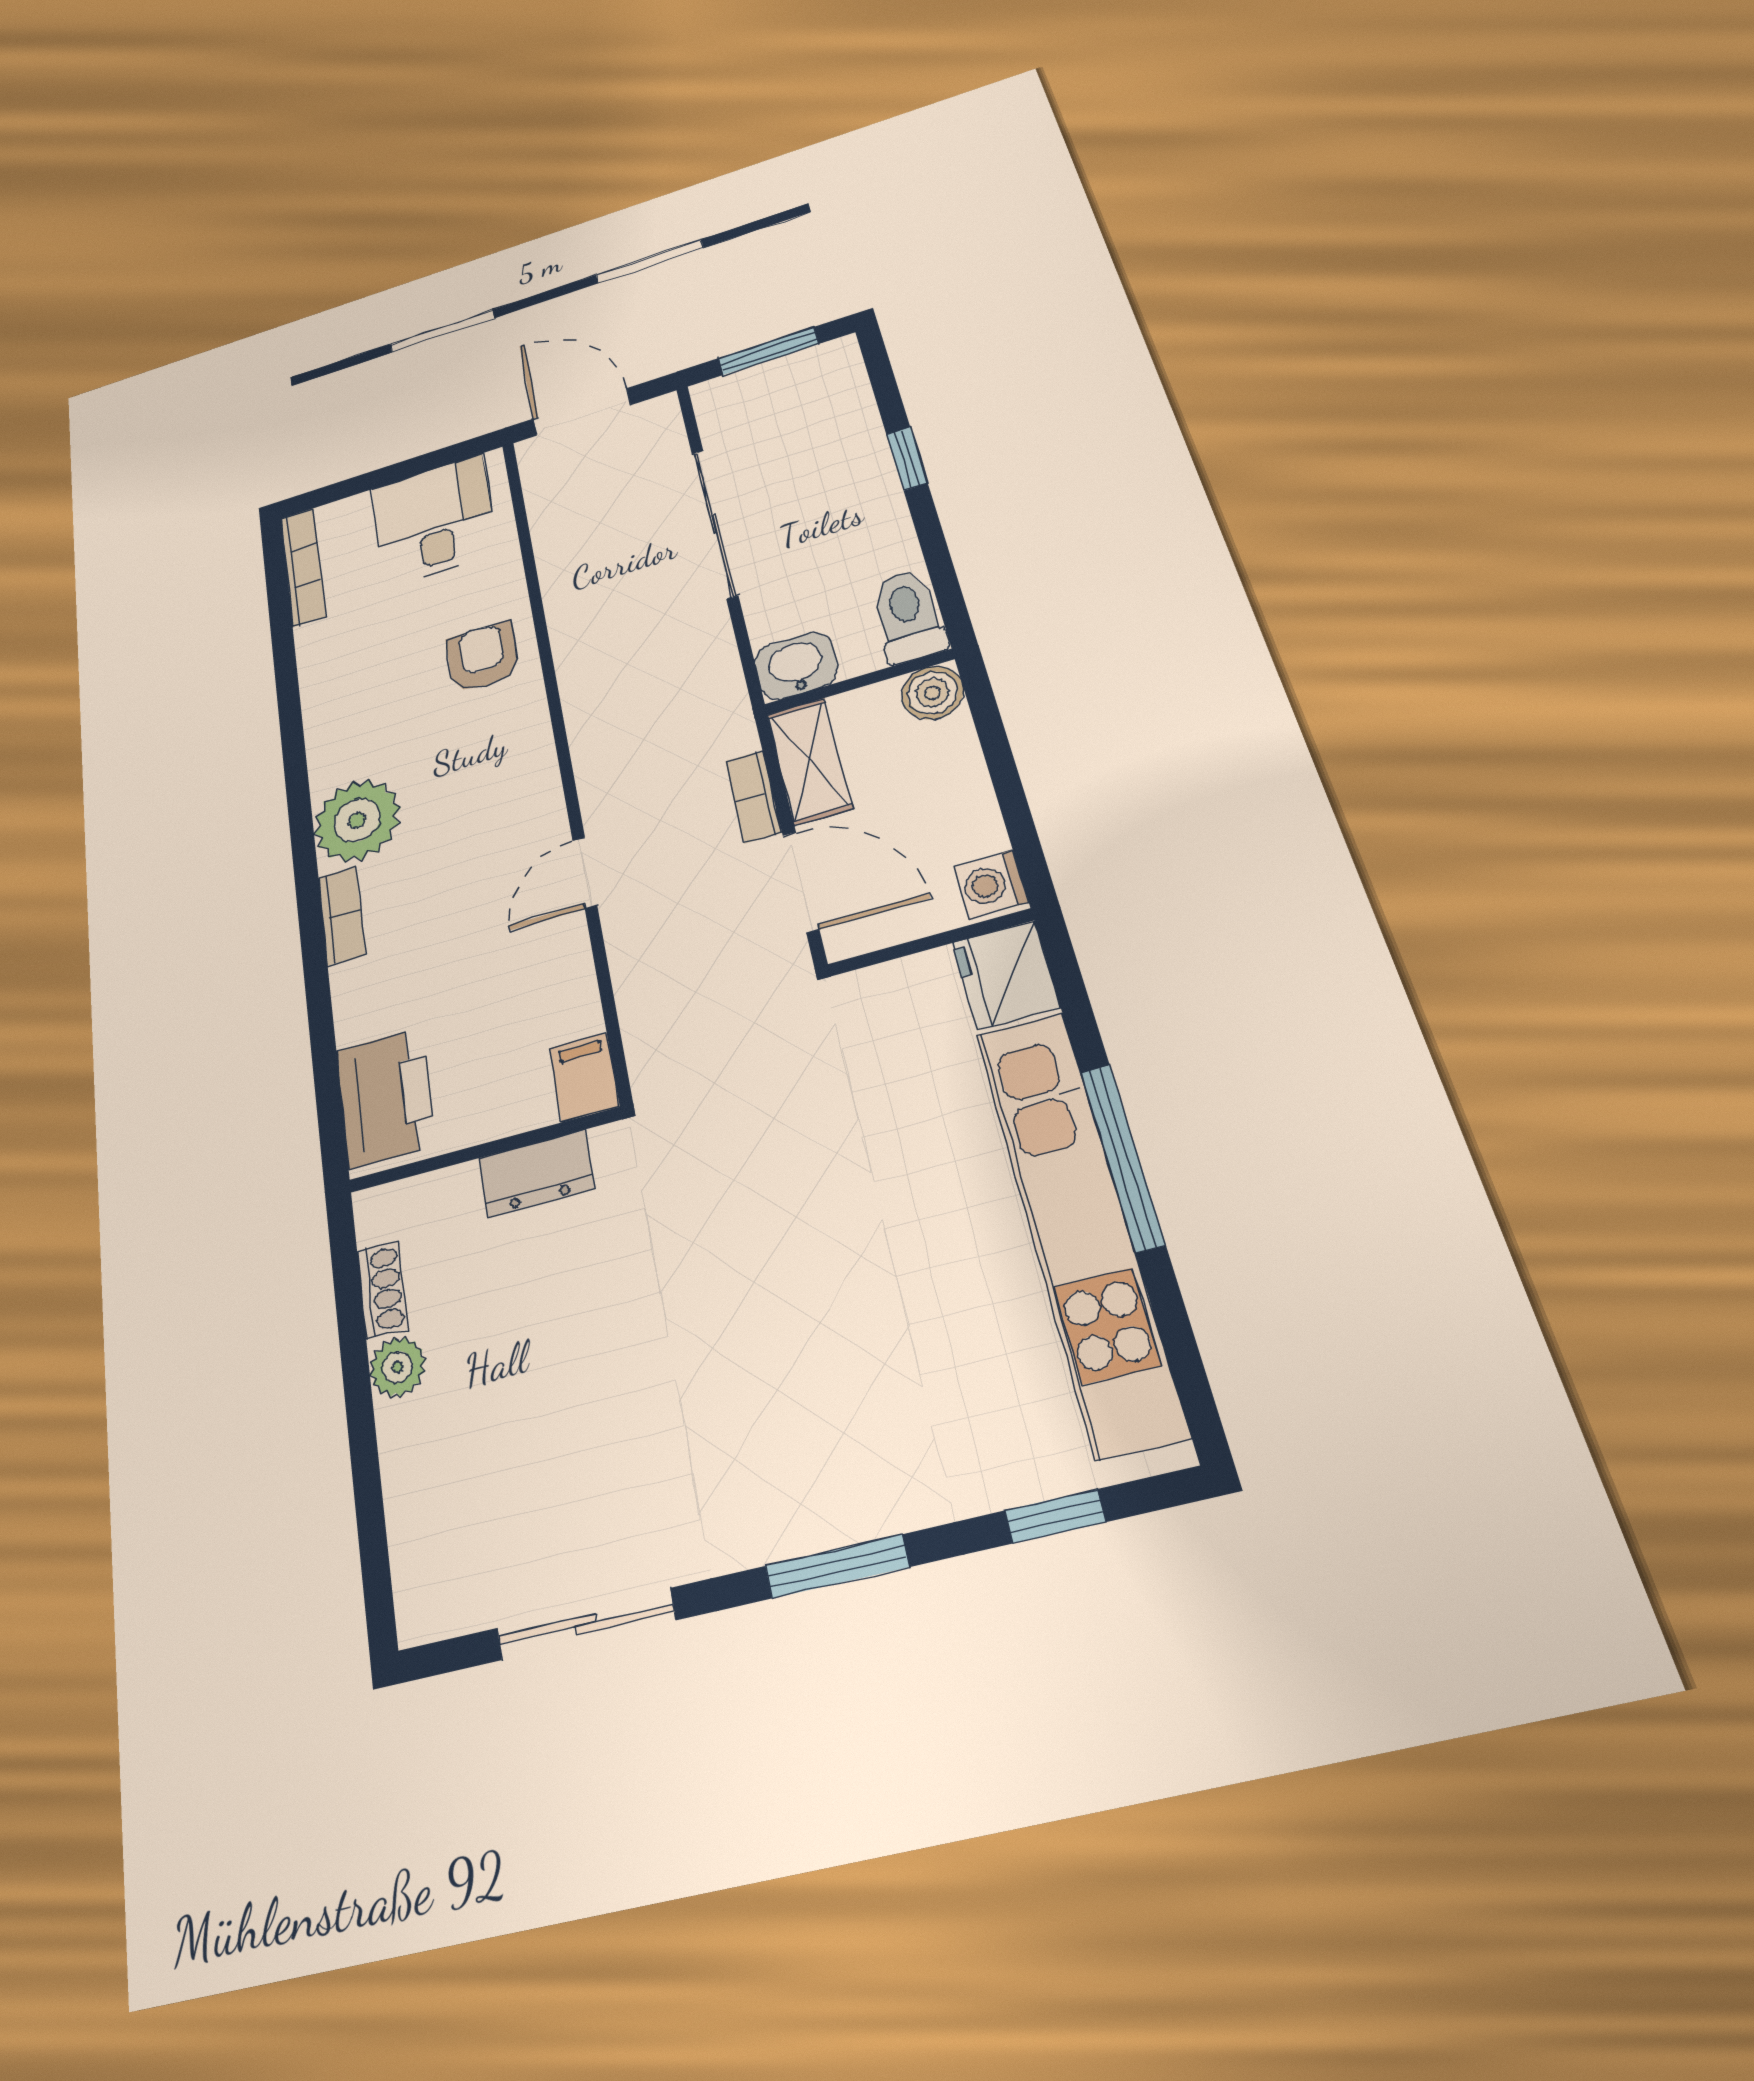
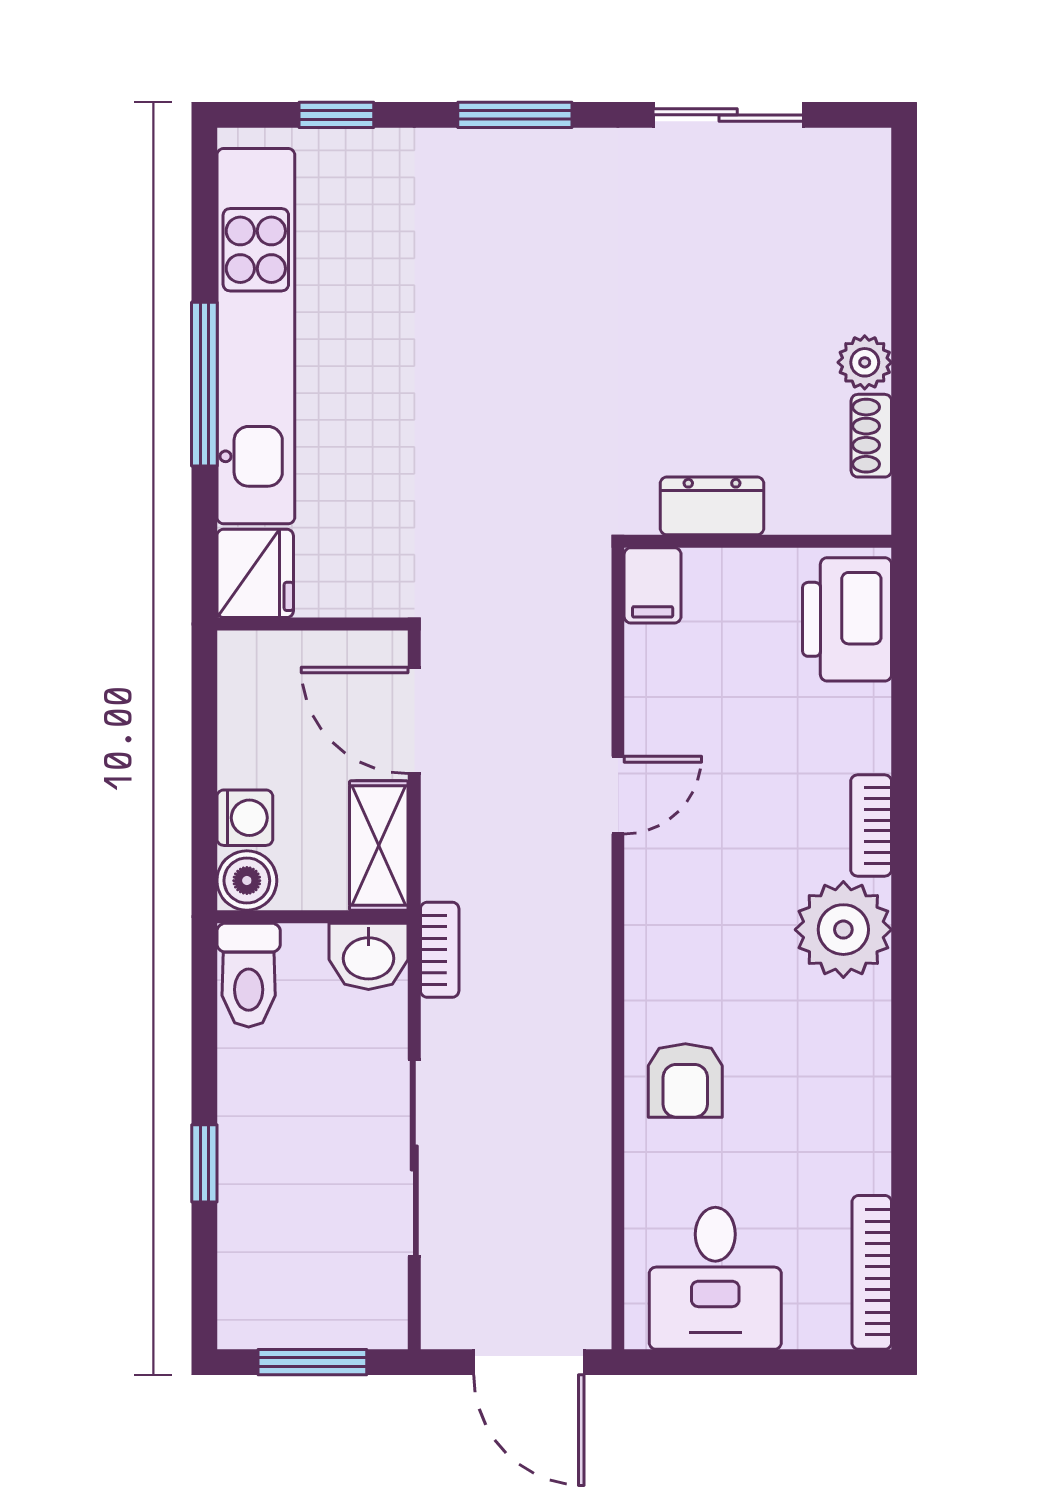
bookcase: (753, 797) -> (440, 950), moved
washing machine: (991, 884) -> (245, 818), moved

